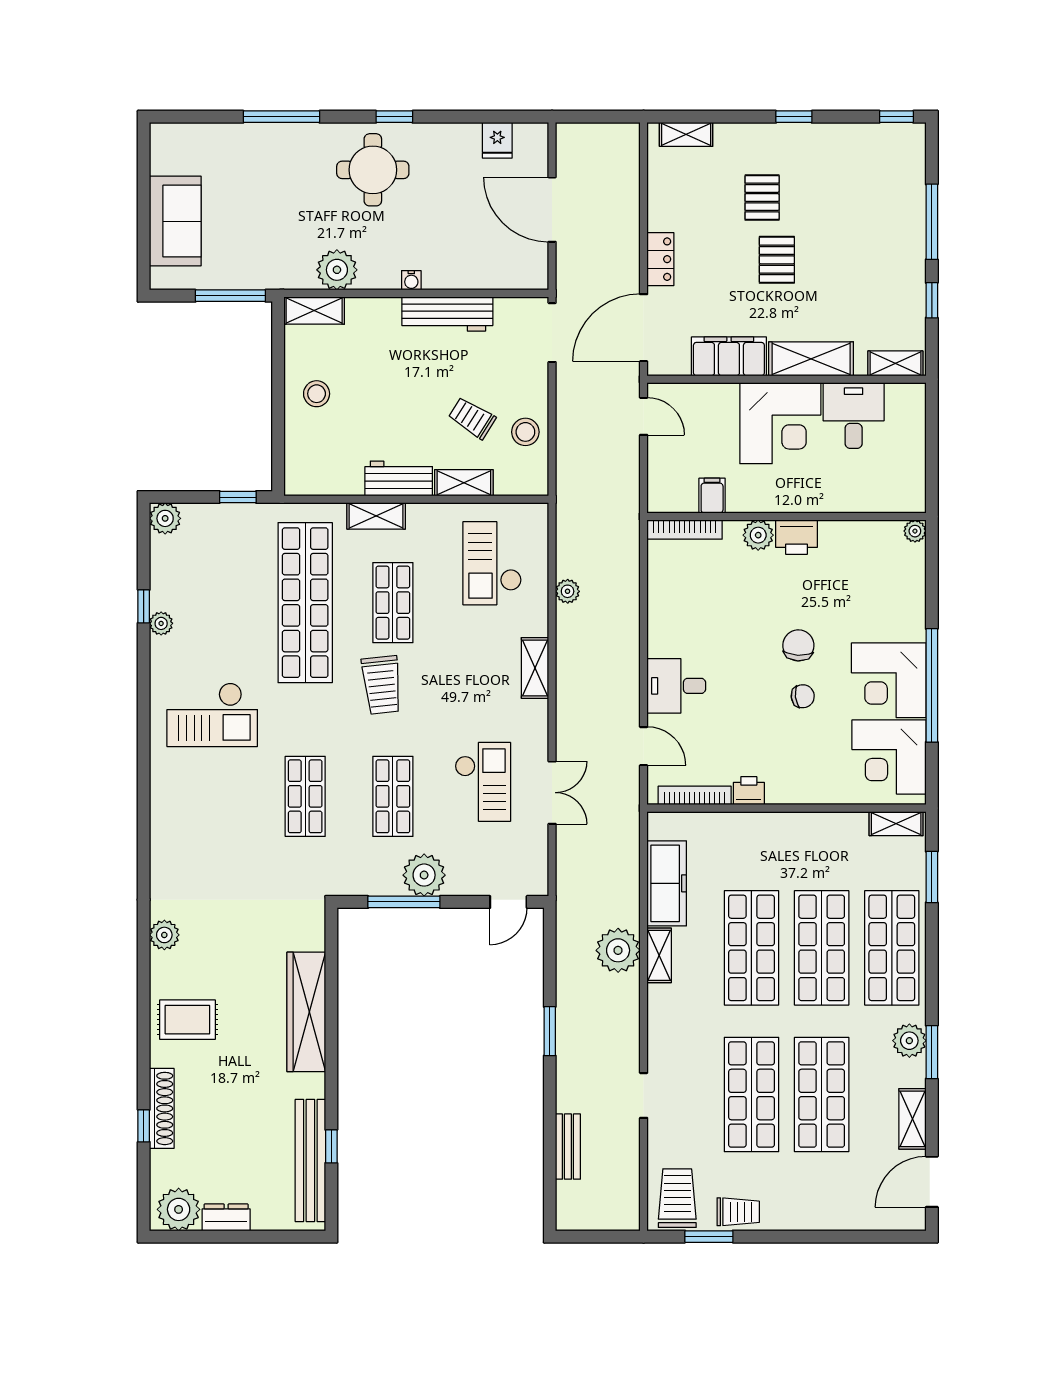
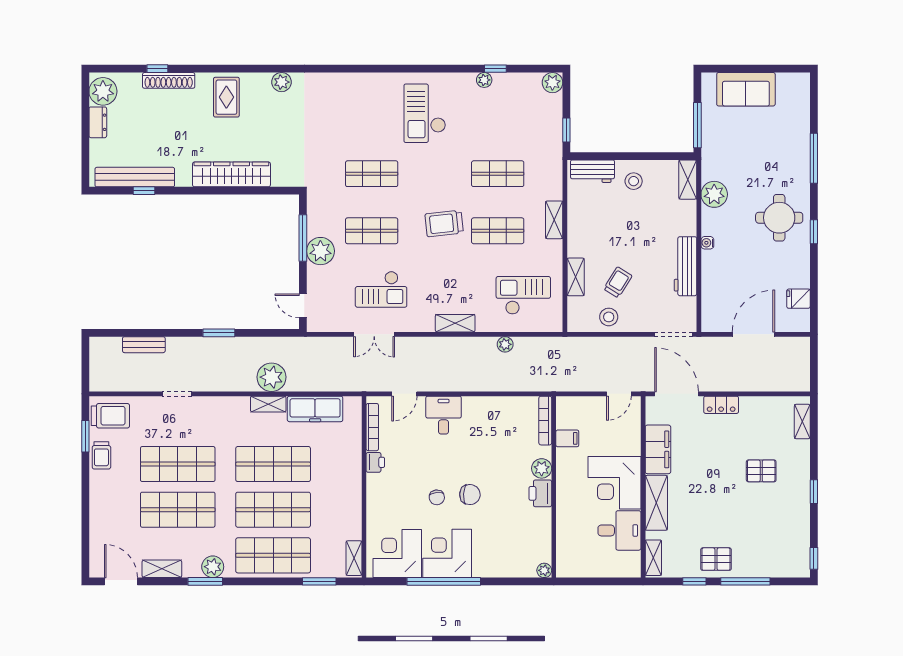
pallet: (777, 260) -> (716, 559), moved
workbench: (399, 478) -> (592, 171), moved, turned 90
shop shelf: (305, 603) -> (498, 174), width x0.50, depth x0.74

